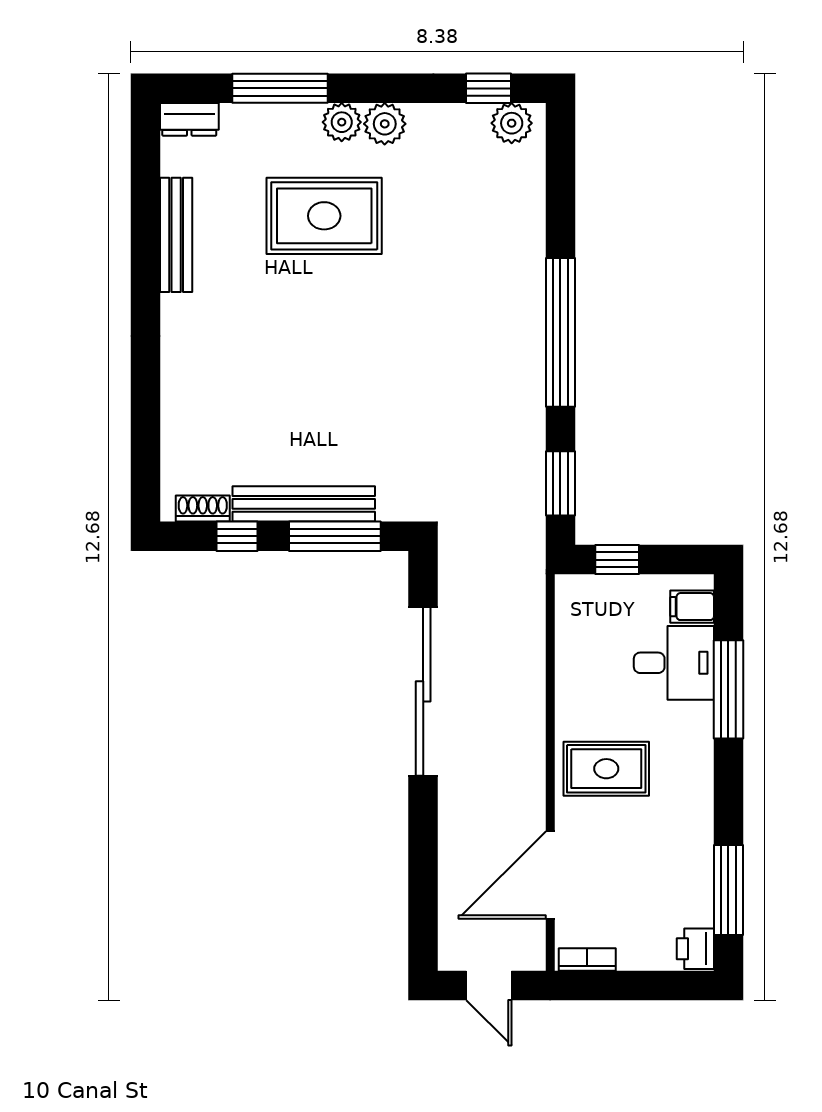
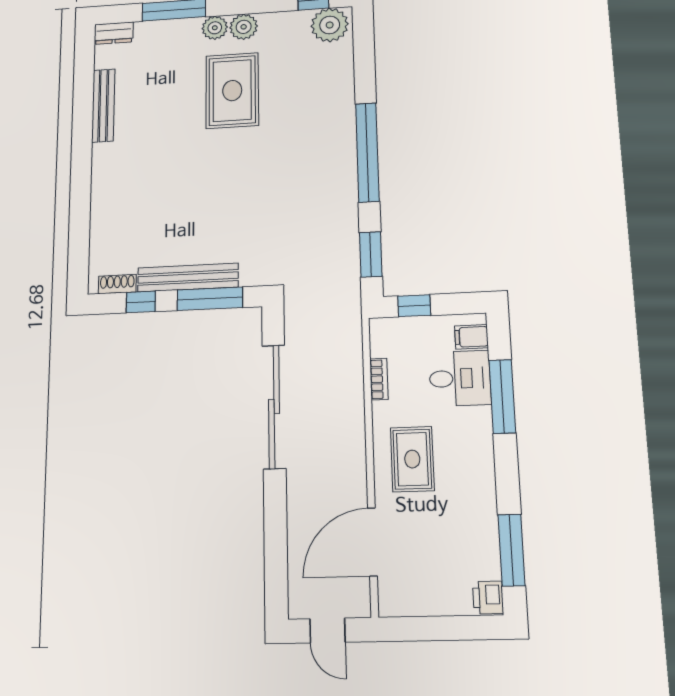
plant: (512, 123) -> (330, 25), width x1.36, depth x1.36
rug: (324, 216) -> (232, 91), moved, turned 90
rug: (606, 769) -> (412, 459), turned 90
bookcase: (587, 960) -> (379, 379), moved, turned 90

